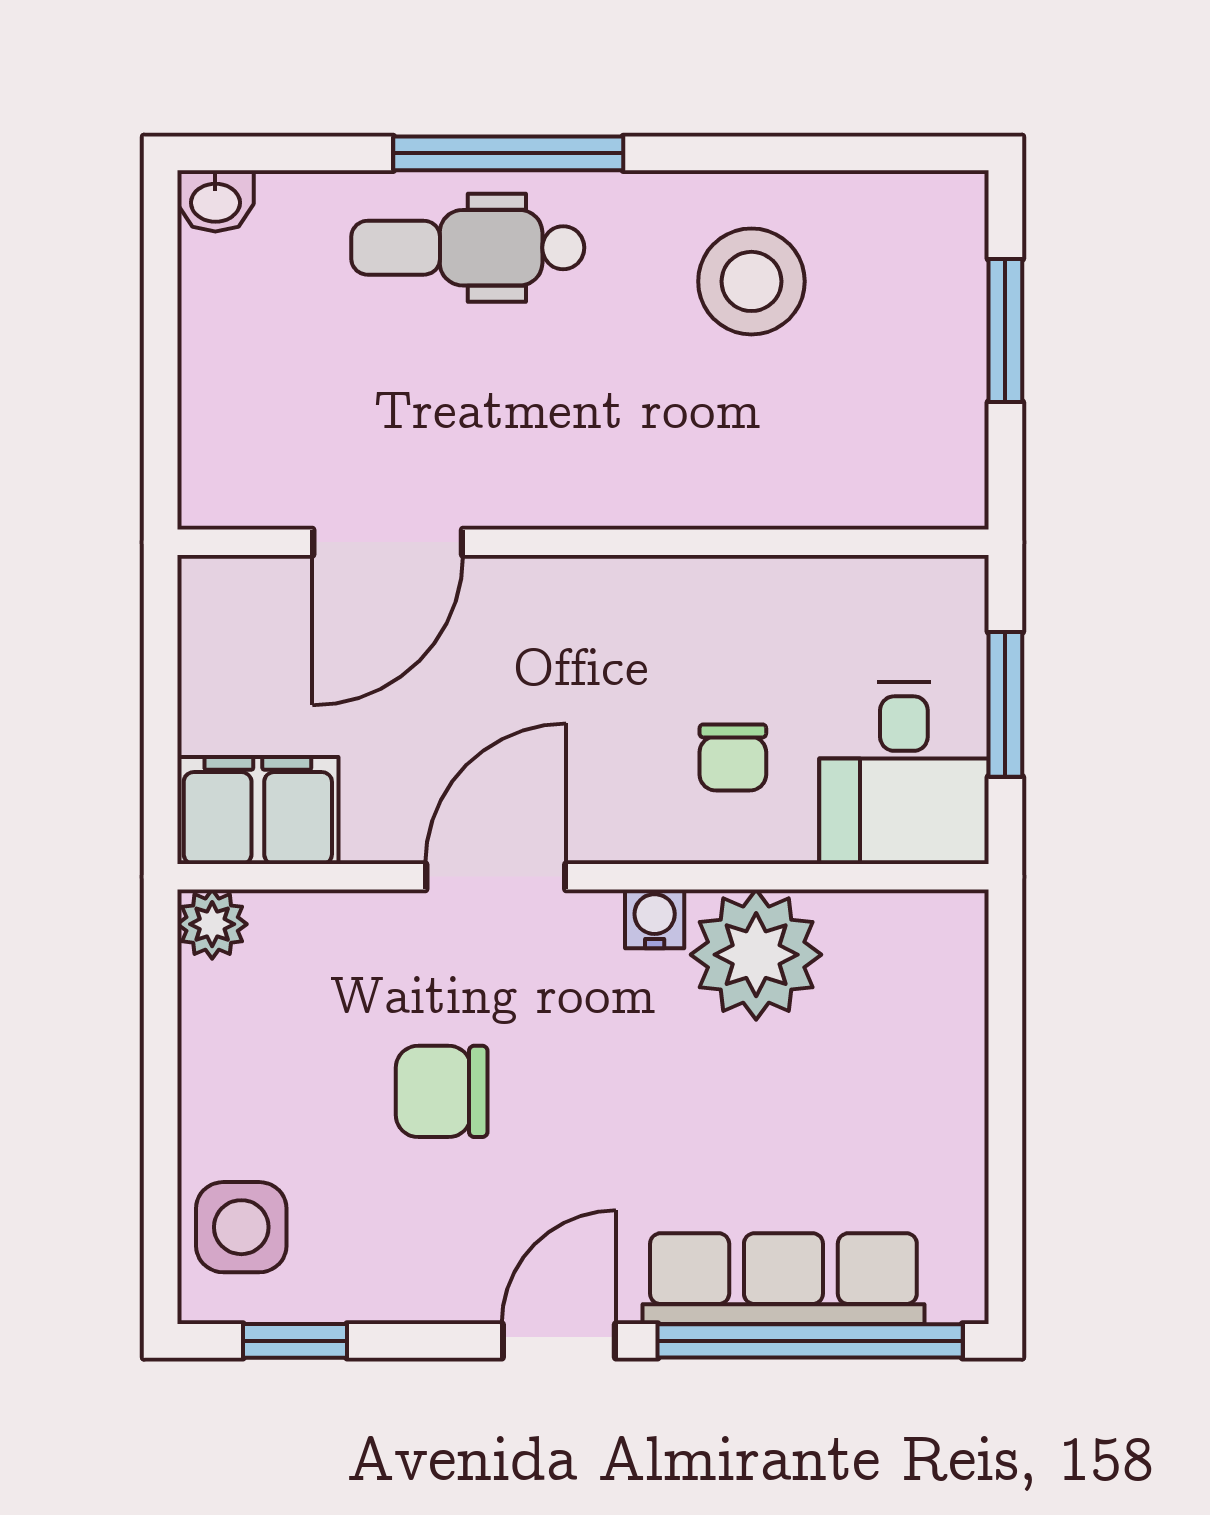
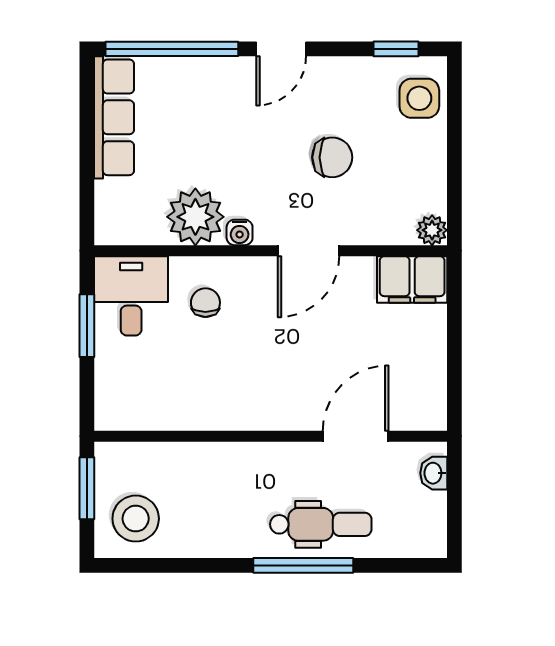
washbasin: (215, 201) -> (434, 473), moved, turned -90
stool: (751, 281) -> (136, 519), moved
door: (388, 542) -> (356, 436), moved
wall: (583, 542) -> (271, 436), moved
row of seats: (783, 1279) -> (114, 117), moved, turned -90

